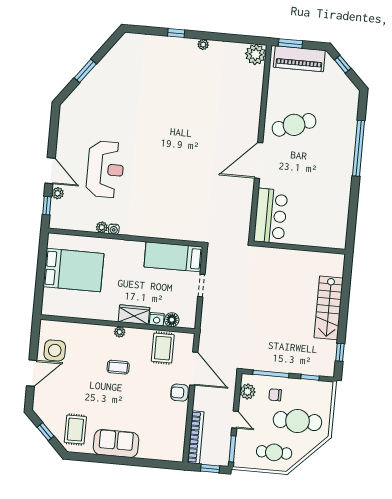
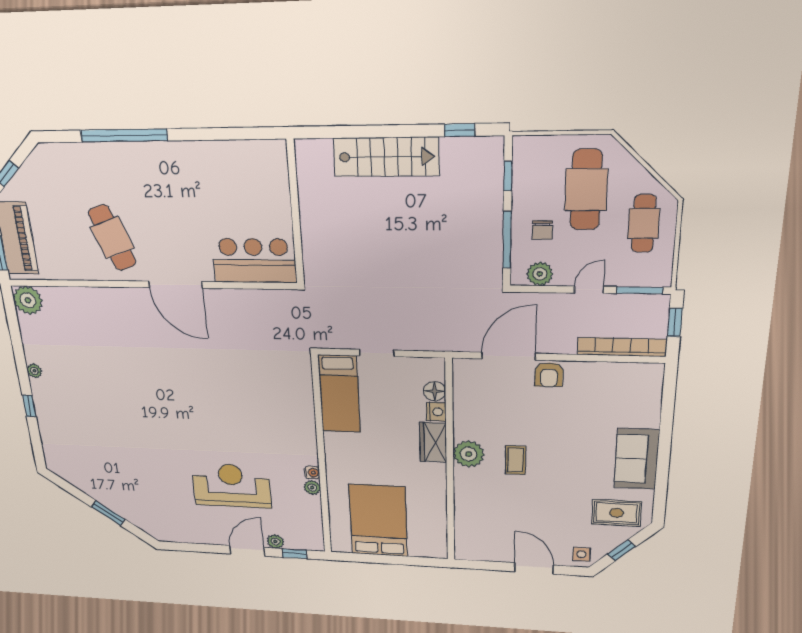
plant: (120, 332) -> (469, 454), width x1.88, depth x1.88
rug: (163, 348) -> (480, 401), removed
side table: (55, 350) -> (581, 554), moved, width x0.54, depth x0.54

